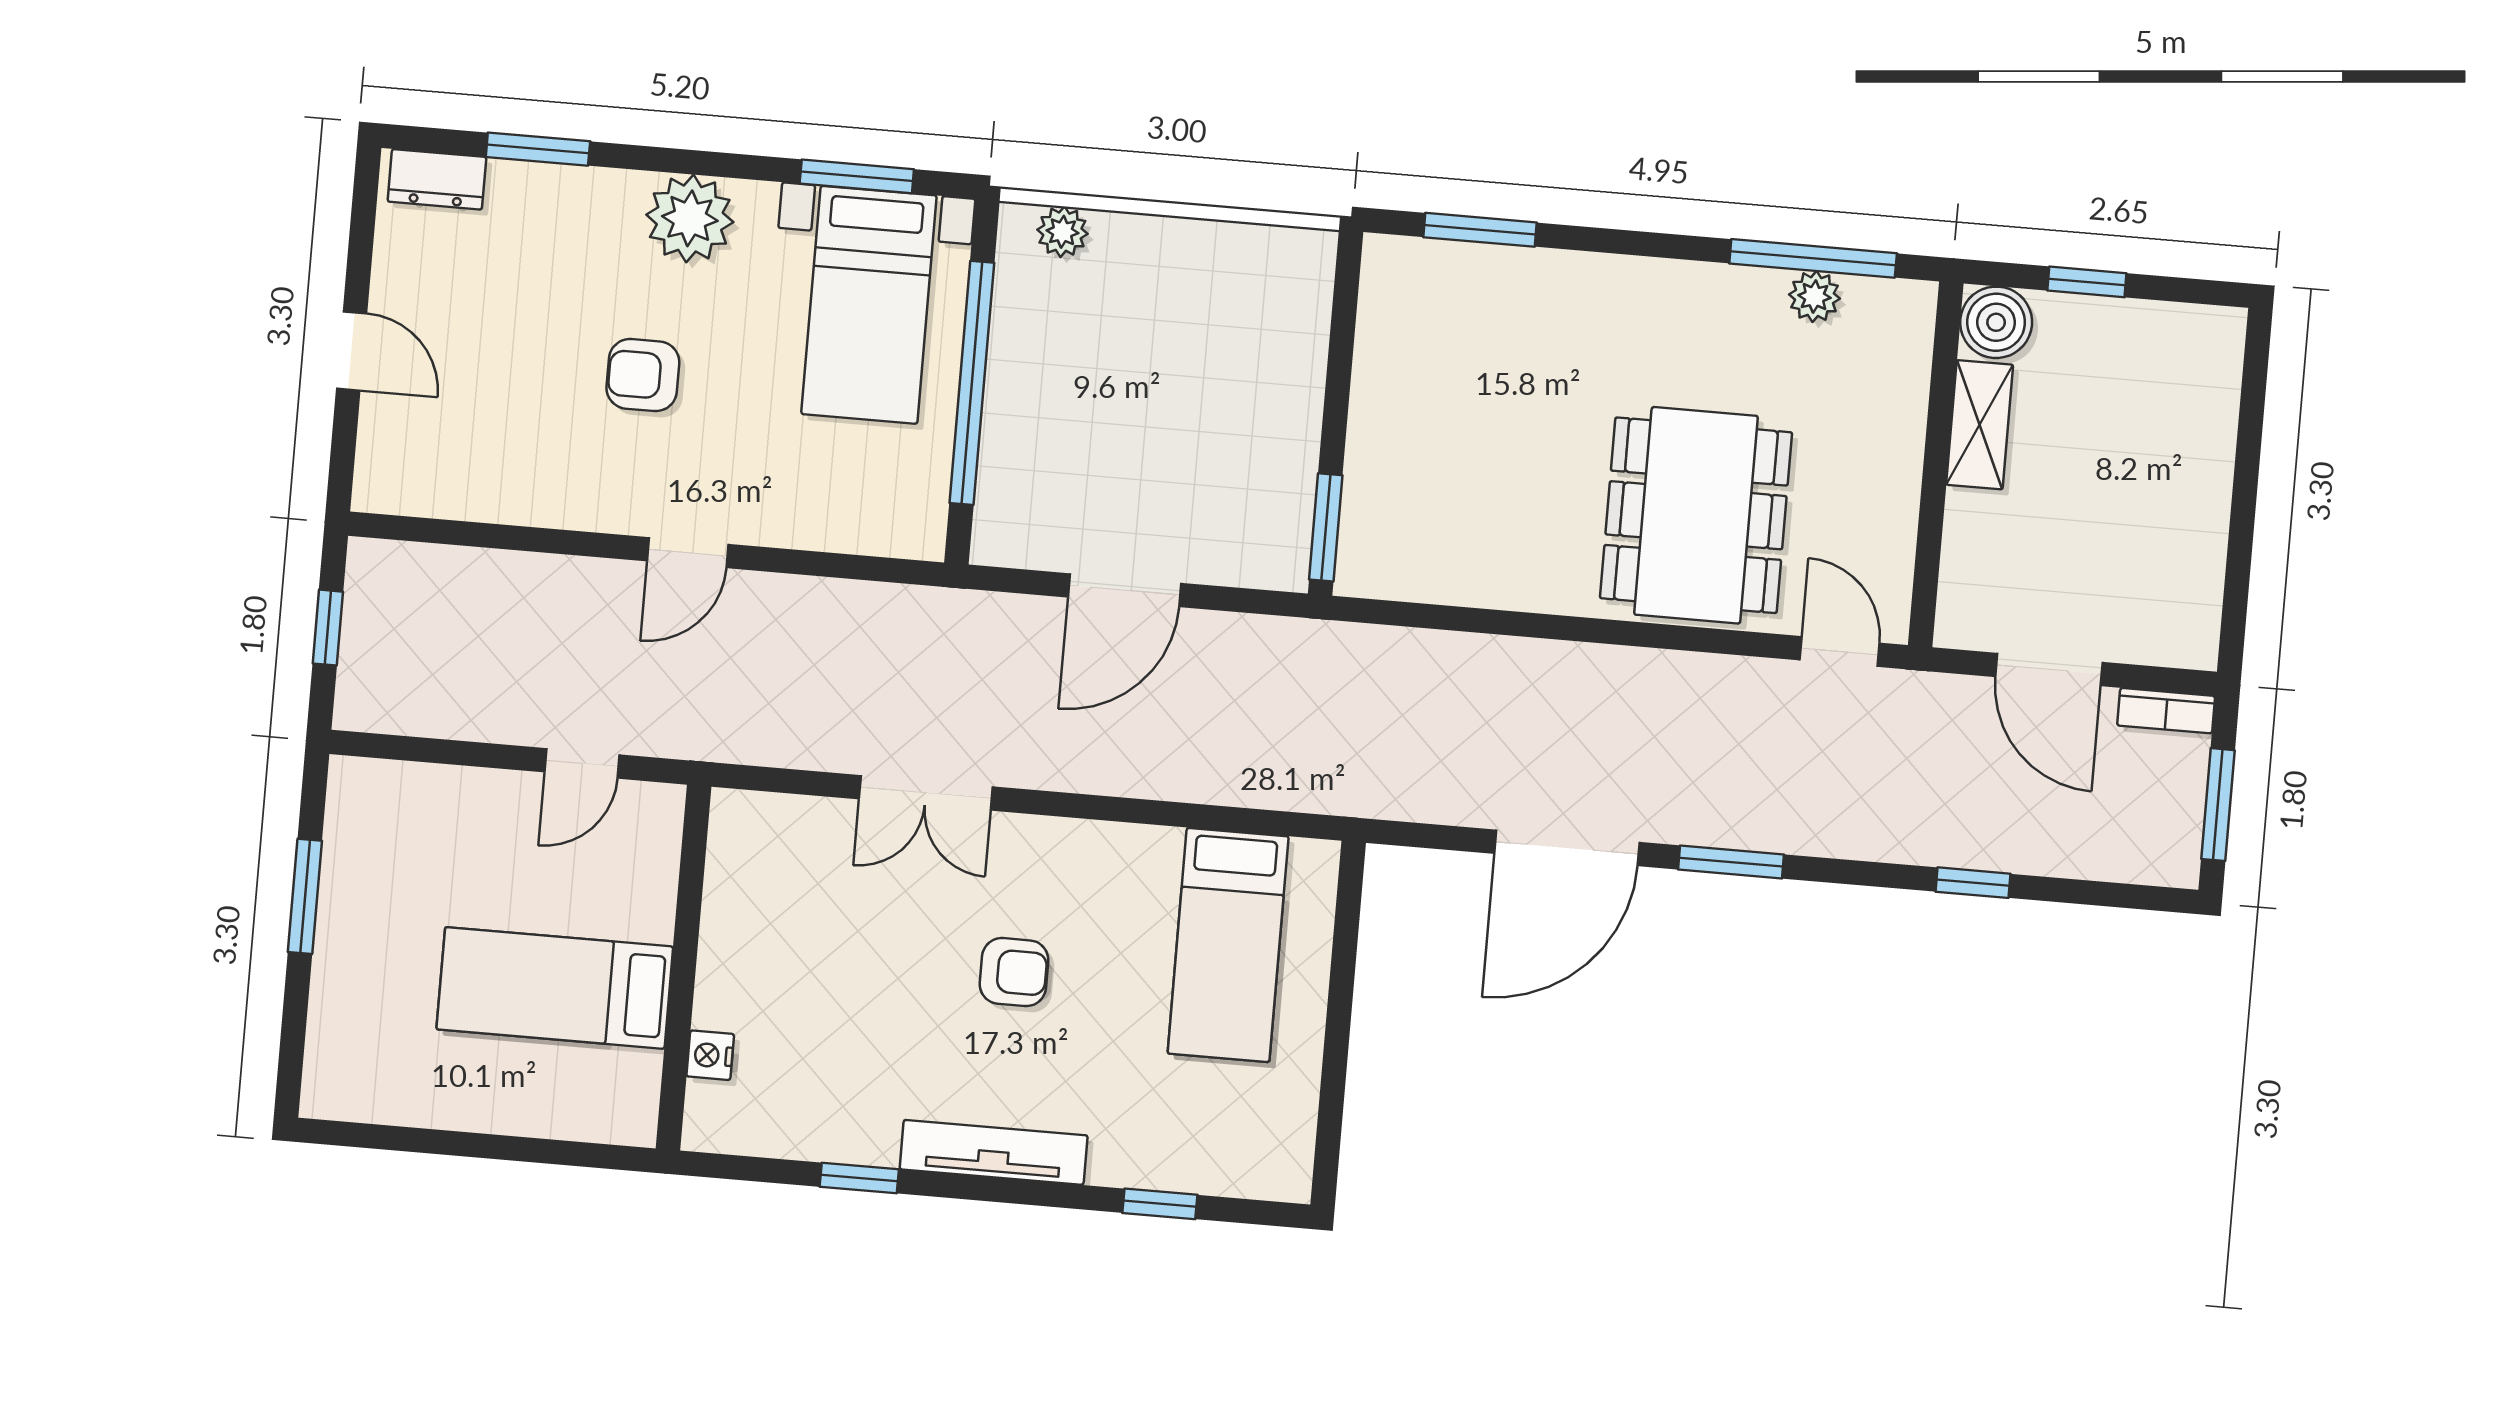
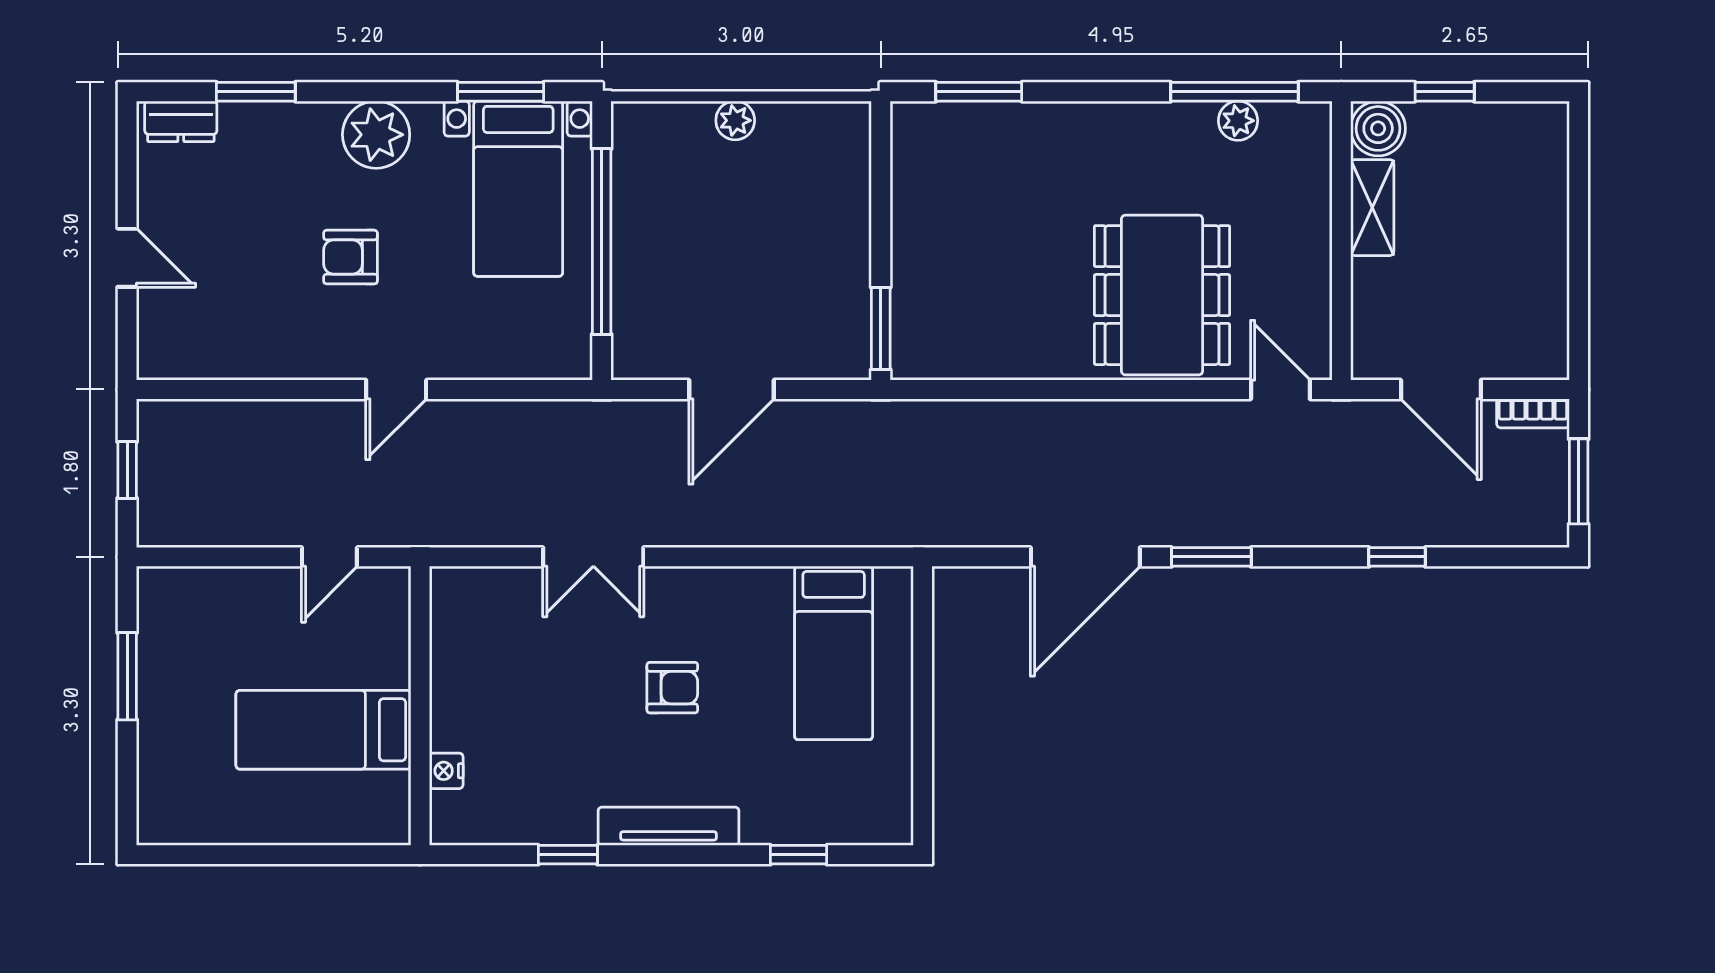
plant: (1062, 232) -> (735, 120), moved

